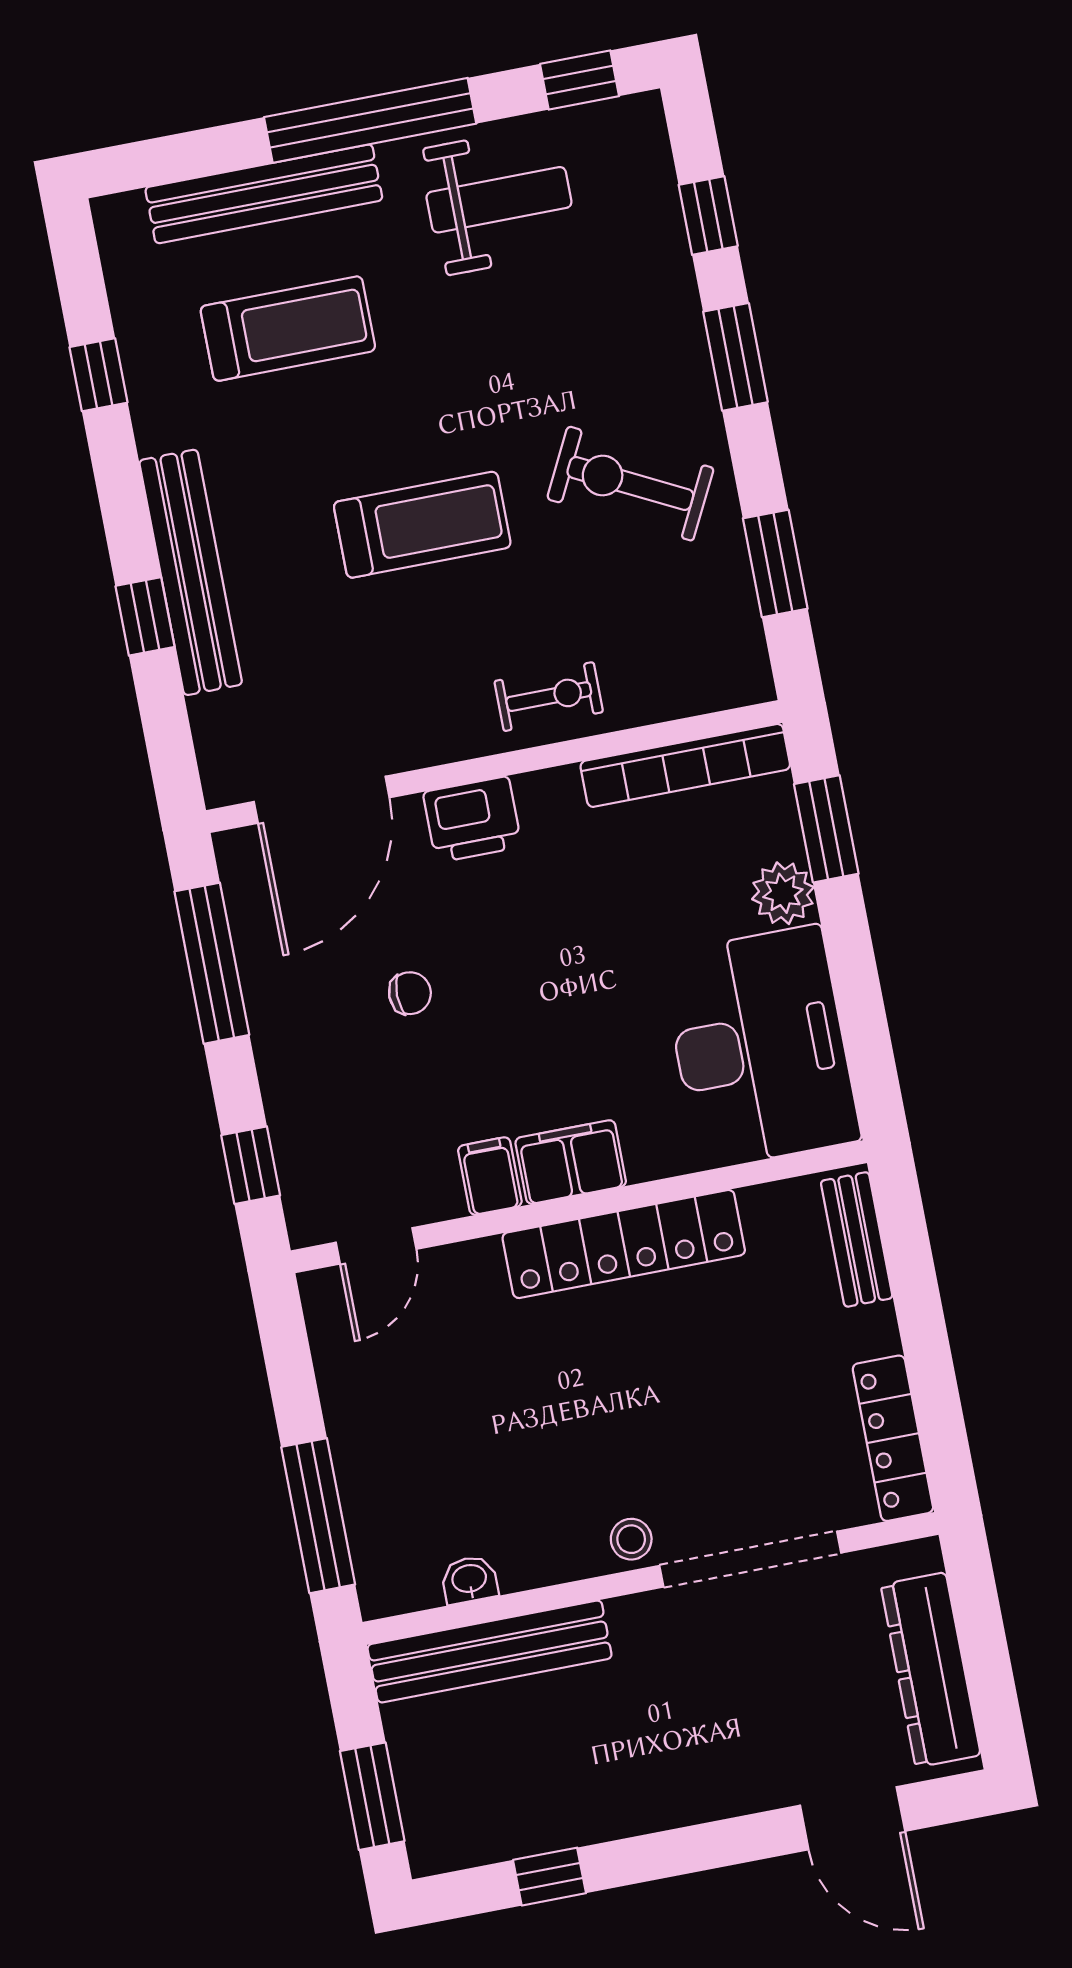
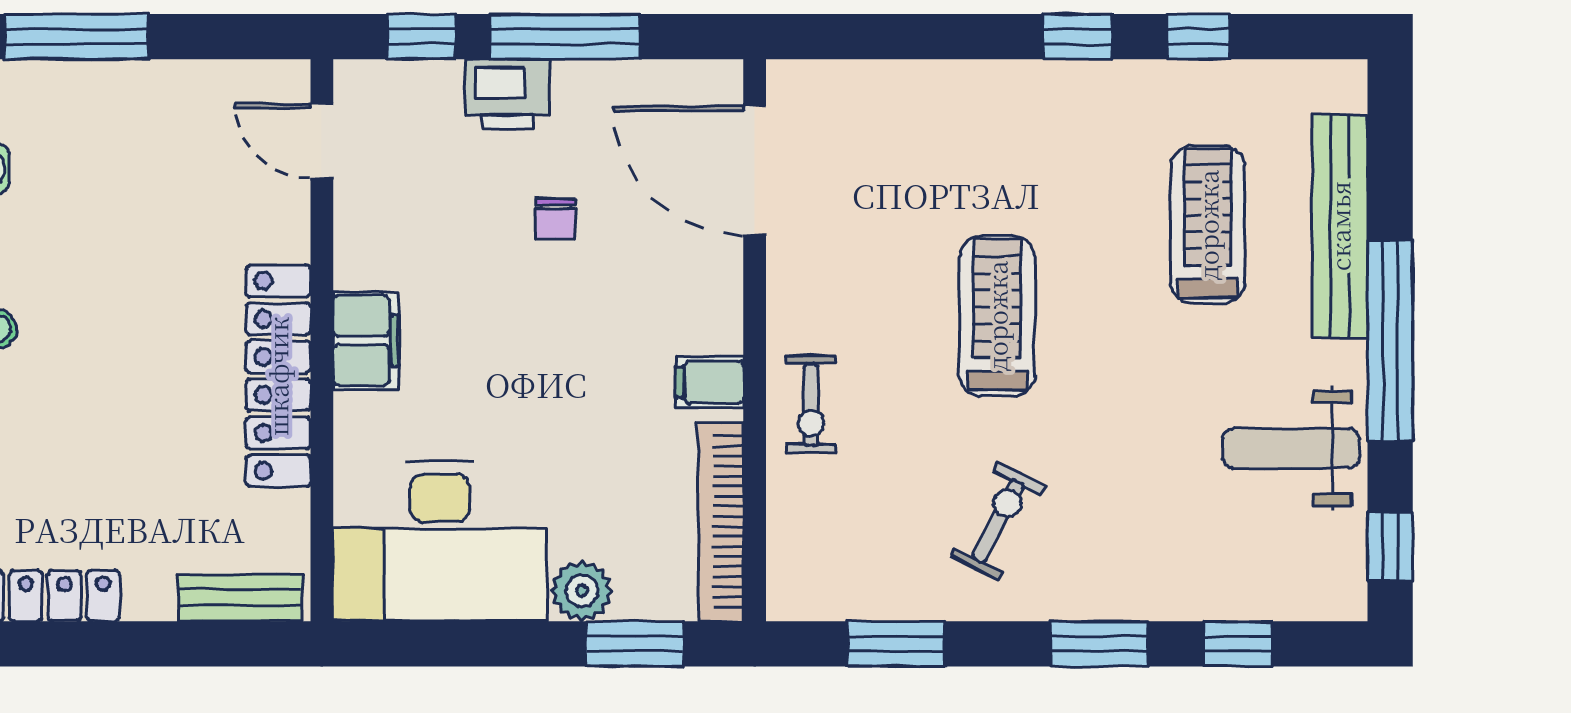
weight bench: (499, 200) -> (1291, 448), turned 90
treadmill: (288, 329) -> (1208, 225), turned 180
exercise bike: (630, 484) -> (998, 521), width x0.73, depth x0.72
treadmill: (422, 525) -> (997, 316), turned 180
bench: (191, 572) -> (994, 88), removed
window: (145, 616) -> (1078, 37), moved
printer: (472, 819) -> (508, 94), moved, turned -90
window: (212, 963) -> (565, 37), moved
filing cabinet: (490, 1176) -> (709, 382), moved, turned 180

